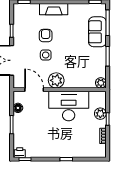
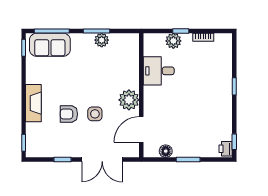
sofa: (97, 32) -> (50, 45), moved
plant: (101, 83) -> (102, 40), moved
desk: (69, 106) -> (159, 71), width x0.53, depth x0.77

